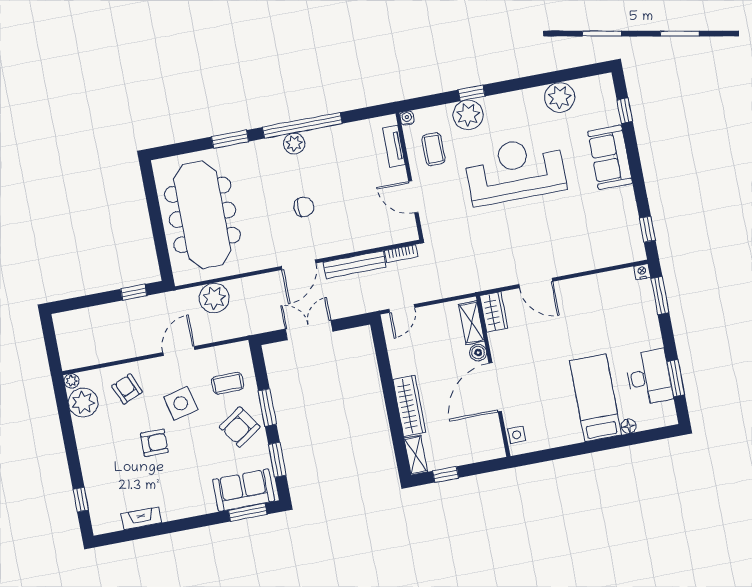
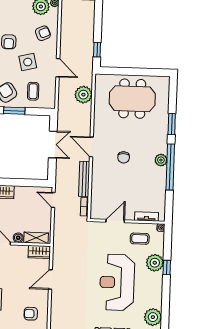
reception desk: (515, 170) -> (117, 282), turned 180
meeting table: (202, 215) -> (132, 99), width x0.73
armchair: (600, 303) -> (31, 314), added

